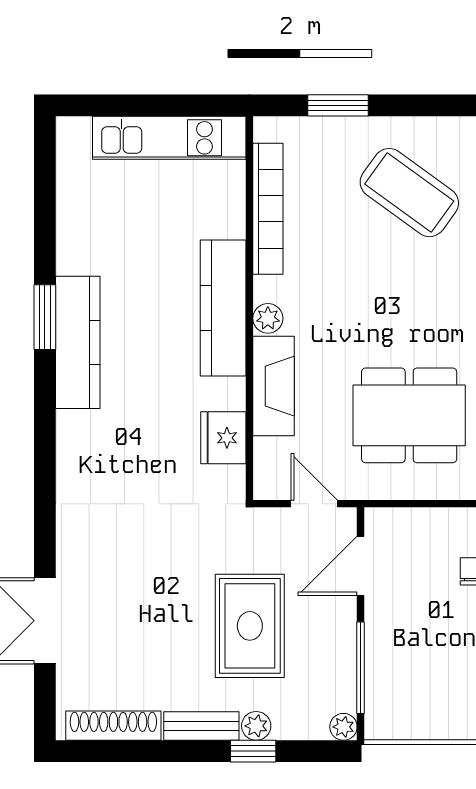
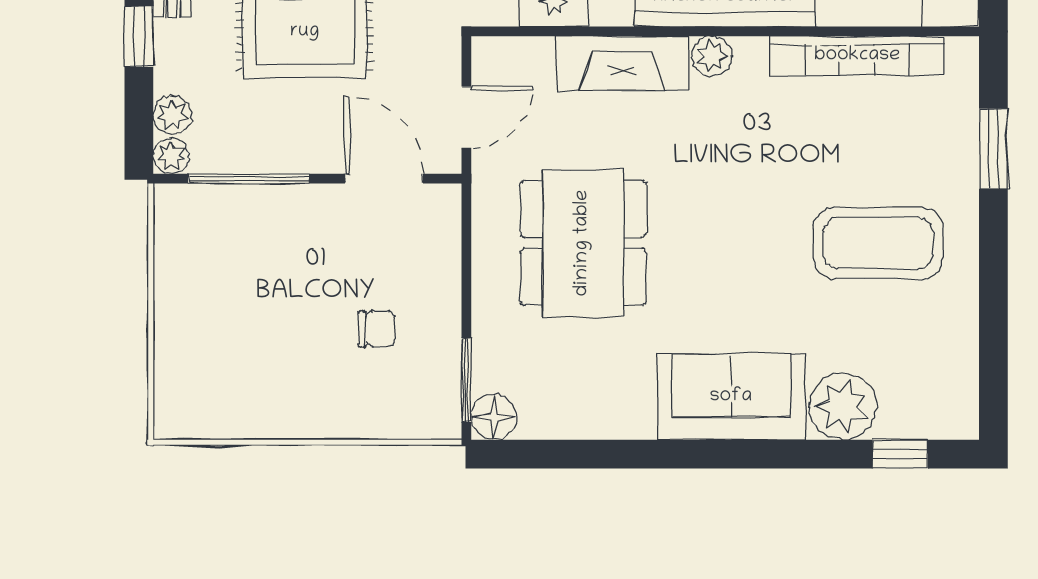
coffee table: (409, 193) -> (878, 243), turned 54
plant: (256, 726) -> (172, 115), moved

